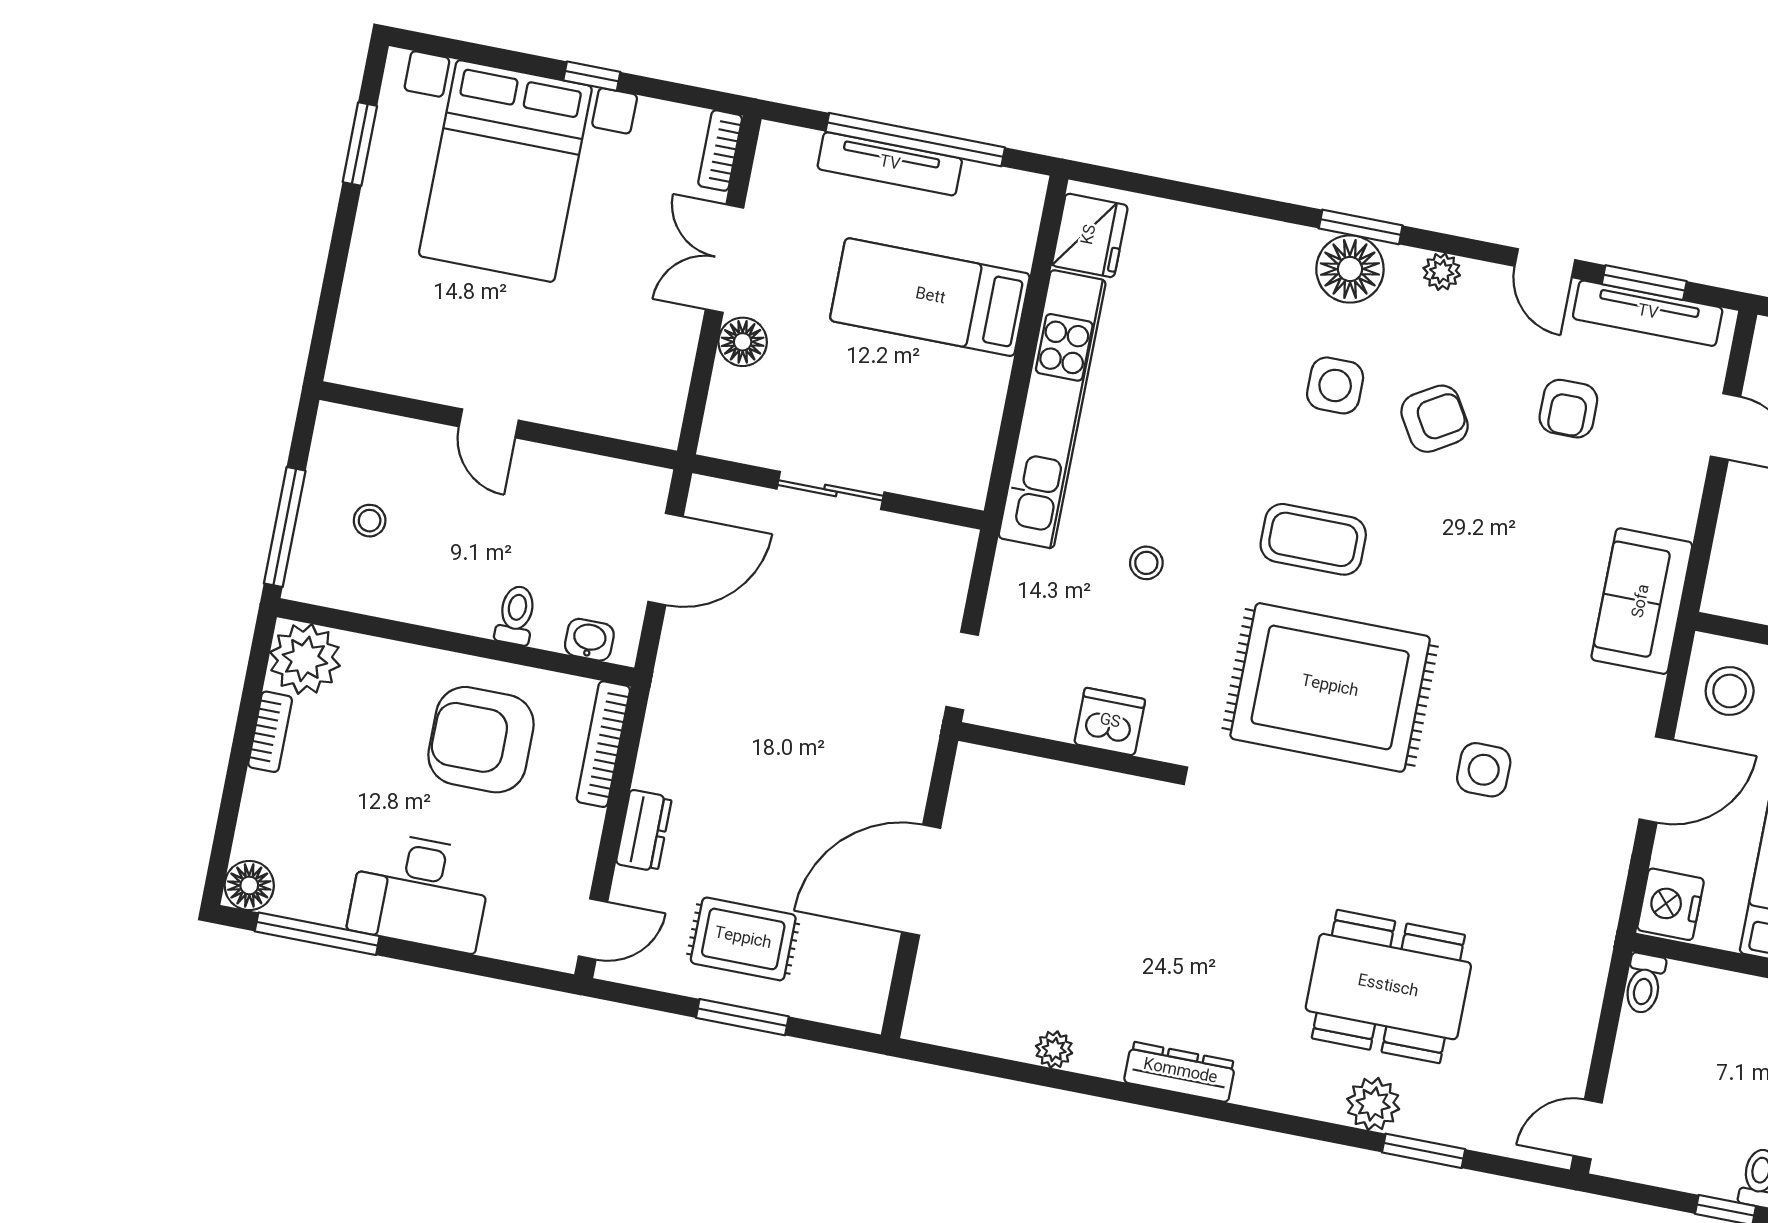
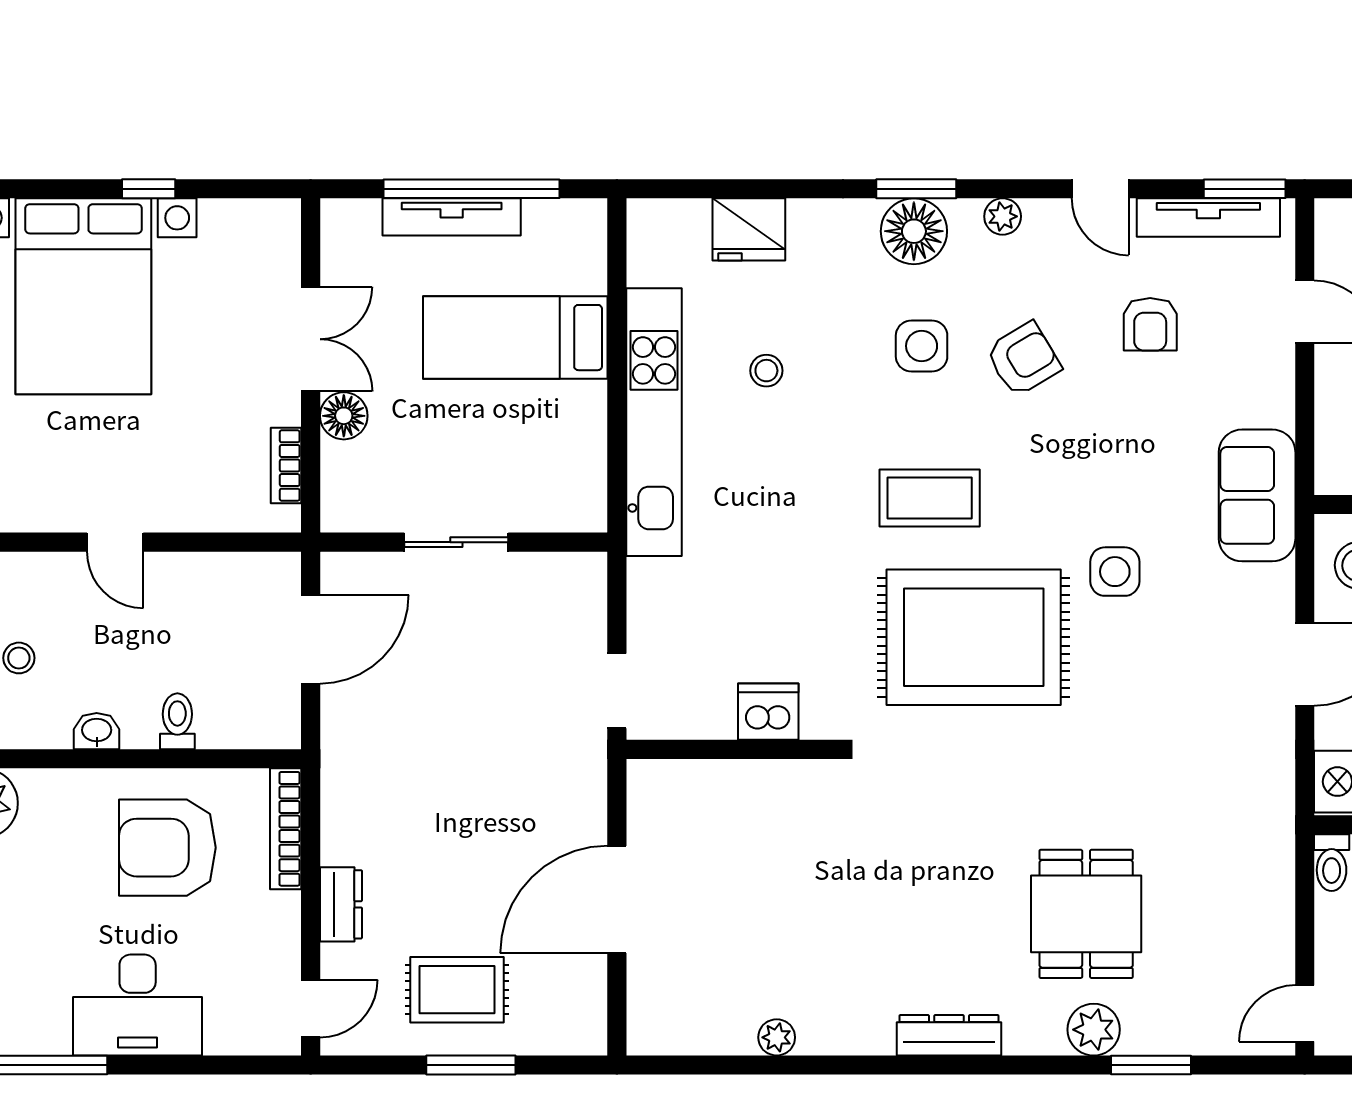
bookcase: (720, 151) -> (286, 466), moved
fridge: (1090, 235) -> (749, 229), moved, turned 90
double door: (725, 258) -> (311, 339), swing flipped
window: (1644, 283) -> (1245, 189), moved
stool: (1146, 563) -> (766, 371), moved
washbasin: (589, 640) -> (97, 731), moved
side table: (1484, 770) -> (1115, 572), moved
dining table: (1388, 987) -> (1086, 914), width x0.73
dresser: (1180, 1072) -> (949, 1035), moved

